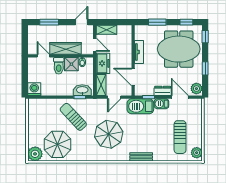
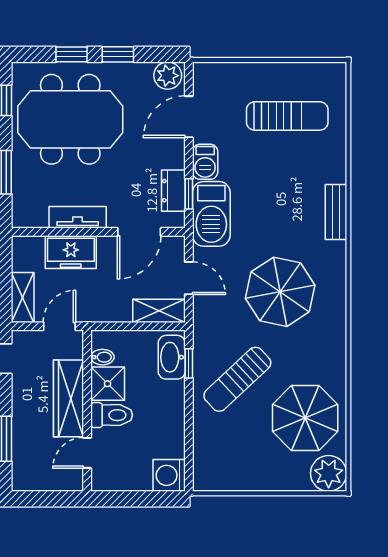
window: (205, 37) -> (72, 54), moved
meeting table: (179, 49) -> (70, 119), turned 90
freezer: (103, 63) -> (71, 252), moved, turned 180
dresser: (163, 91) -> (173, 191), moved
plant: (197, 153) -> (326, 75), removed

